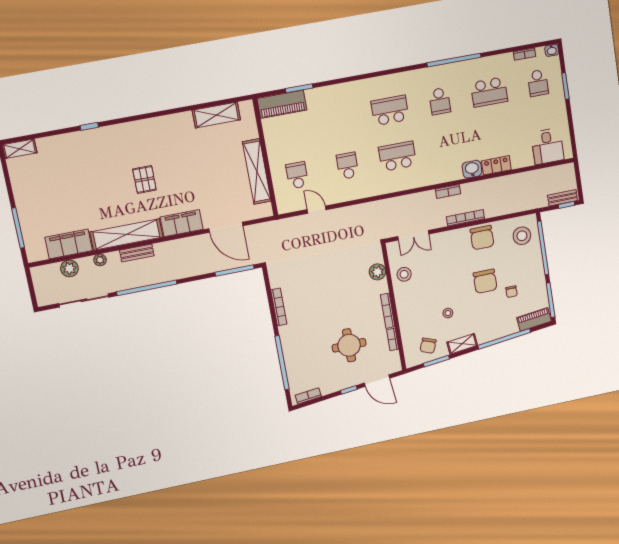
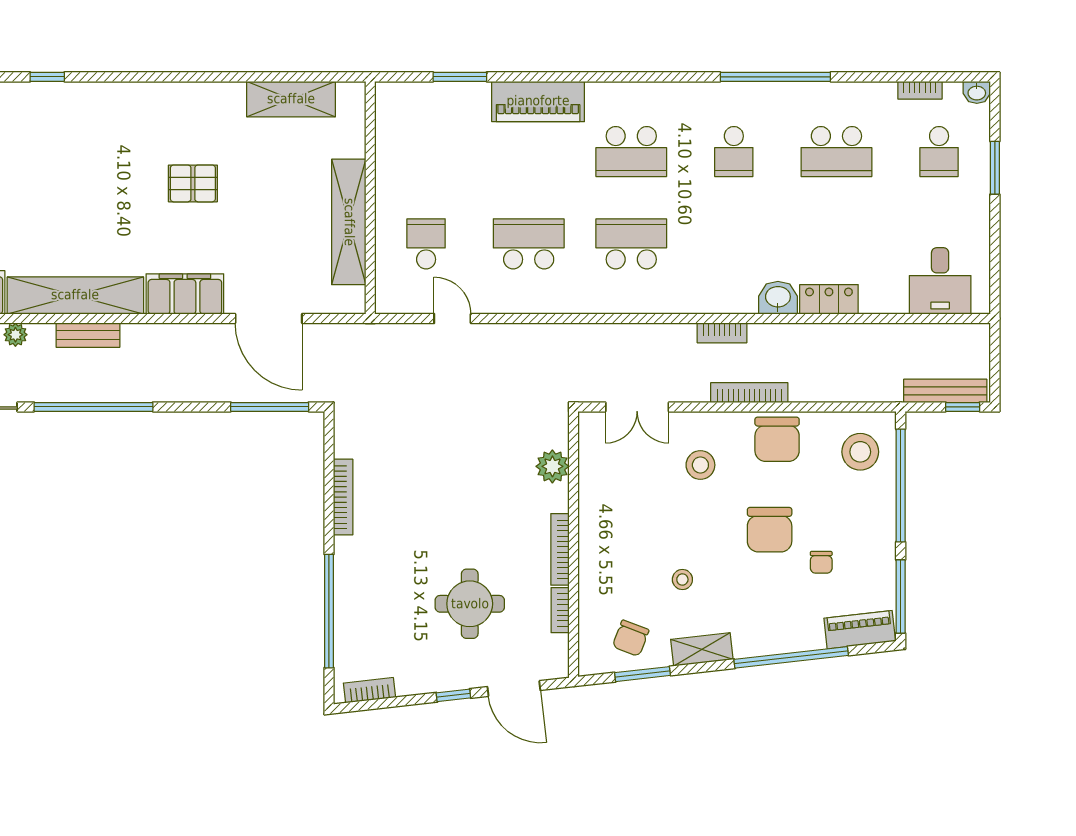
piano: (282, 104) -> (538, 101), moved
school desk: (390, 110) -> (631, 152), turned 180
school desk: (348, 166) -> (529, 244), width x1.85
pallet: (144, 179) -> (193, 183), moved, turned 90
bench: (562, 198) -> (945, 391), width x1.36
stool: (404, 274) -> (700, 465), moved

